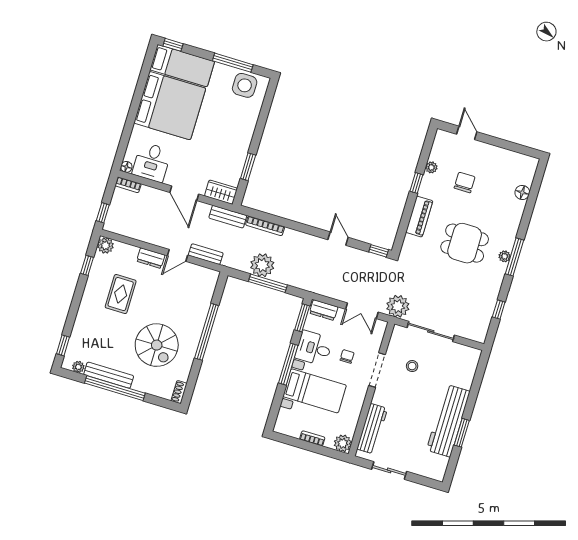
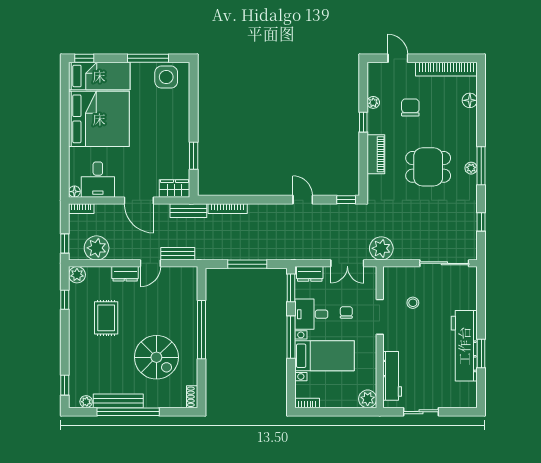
bookcase: (509, 157) -> (446, 69), added
plant: (262, 265) -> (97, 248), moved
sliding door: (431, 331) -> (444, 263), moved
bookcase: (312, 438) -> (307, 403), moved

